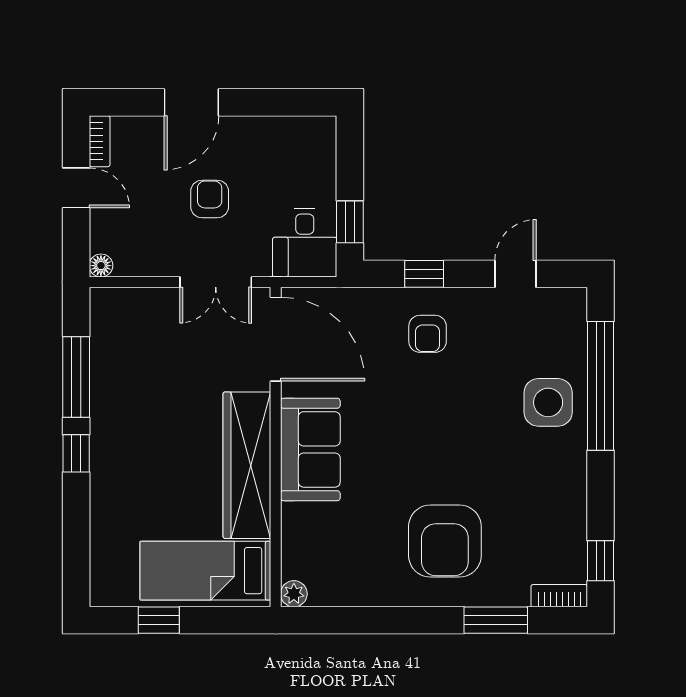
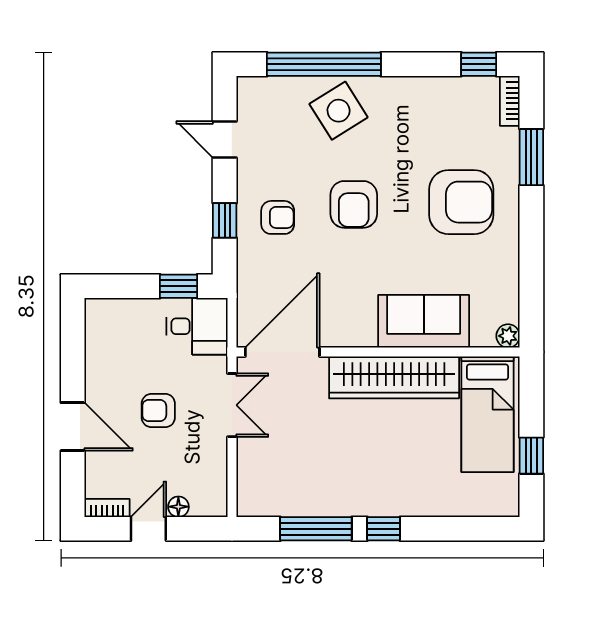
floor lamp: (101, 266) -> (178, 507), moved
side table: (548, 402) -> (339, 111), turned -32
armchair: (442, 420) -> (354, 204), added
sofa: (310, 449) -> (424, 321), moved

